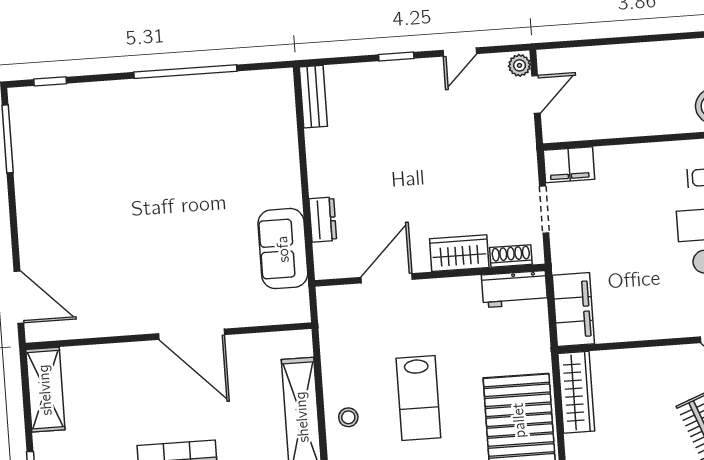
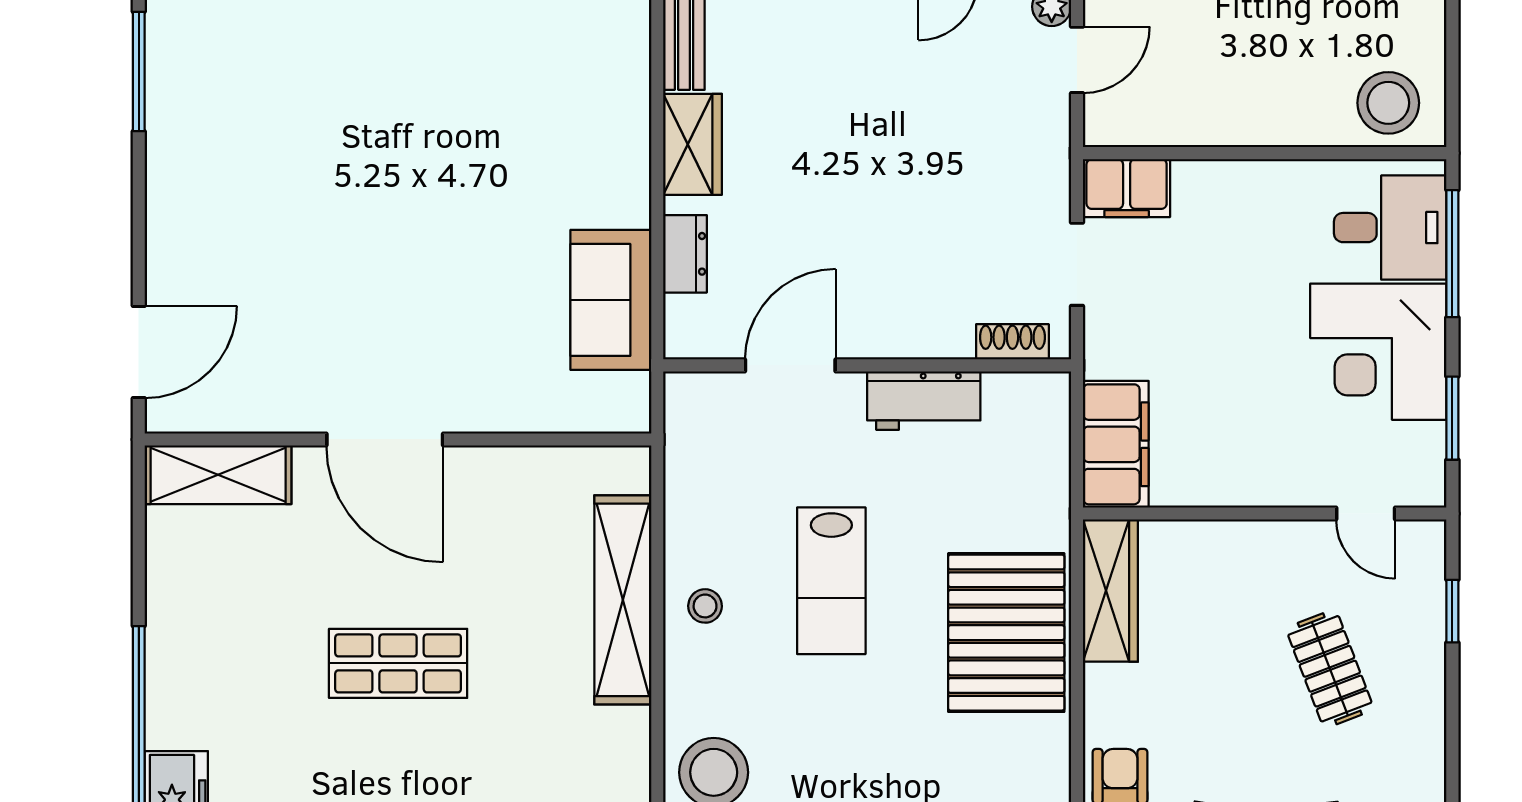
wardrobe: (459, 253) -> (693, 144), moved, turned 90
workbench: (514, 289) -> (924, 401), moved
door: (19, 297) -> (139, 352), hinge flipped
door: (191, 334) -> (385, 439), moved
shelving: (45, 390) -> (218, 475), moved, turned 90

